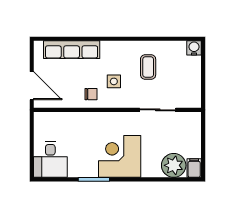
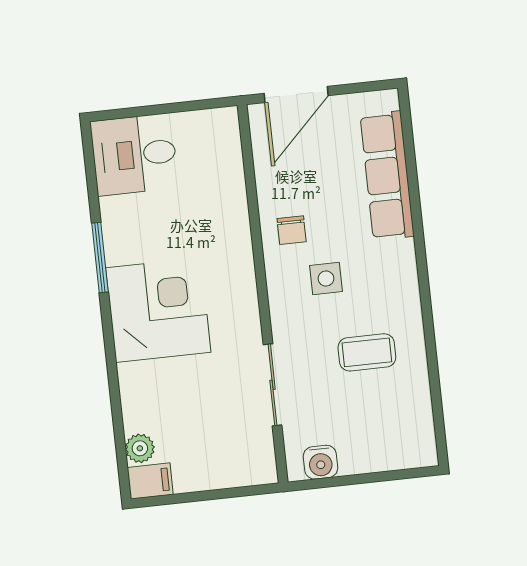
water cooler: (194, 48) -> (320, 462), moved, turned 90
plant: (174, 165) -> (140, 448), width x0.53, depth x0.53

